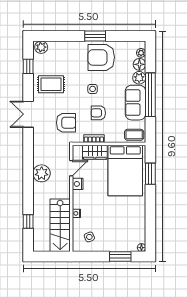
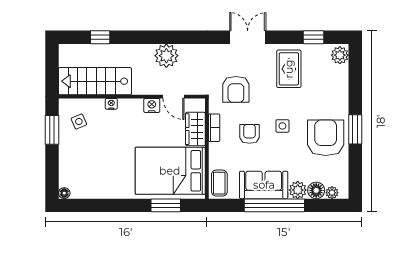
window: (120, 257) -> (52, 130), moved

